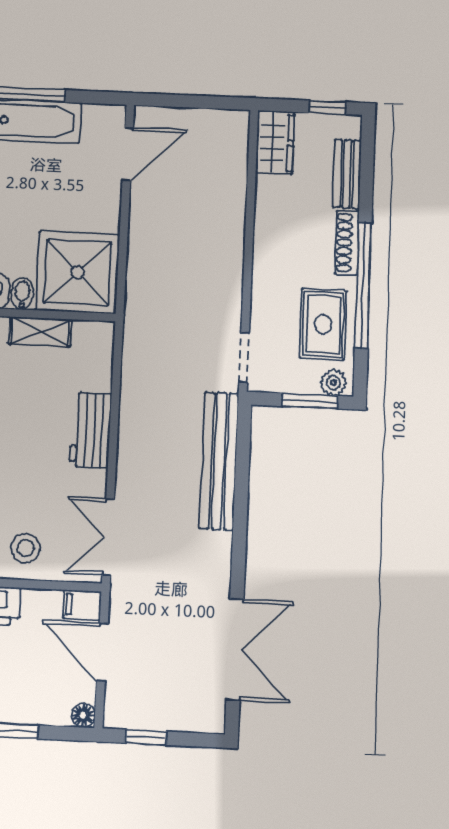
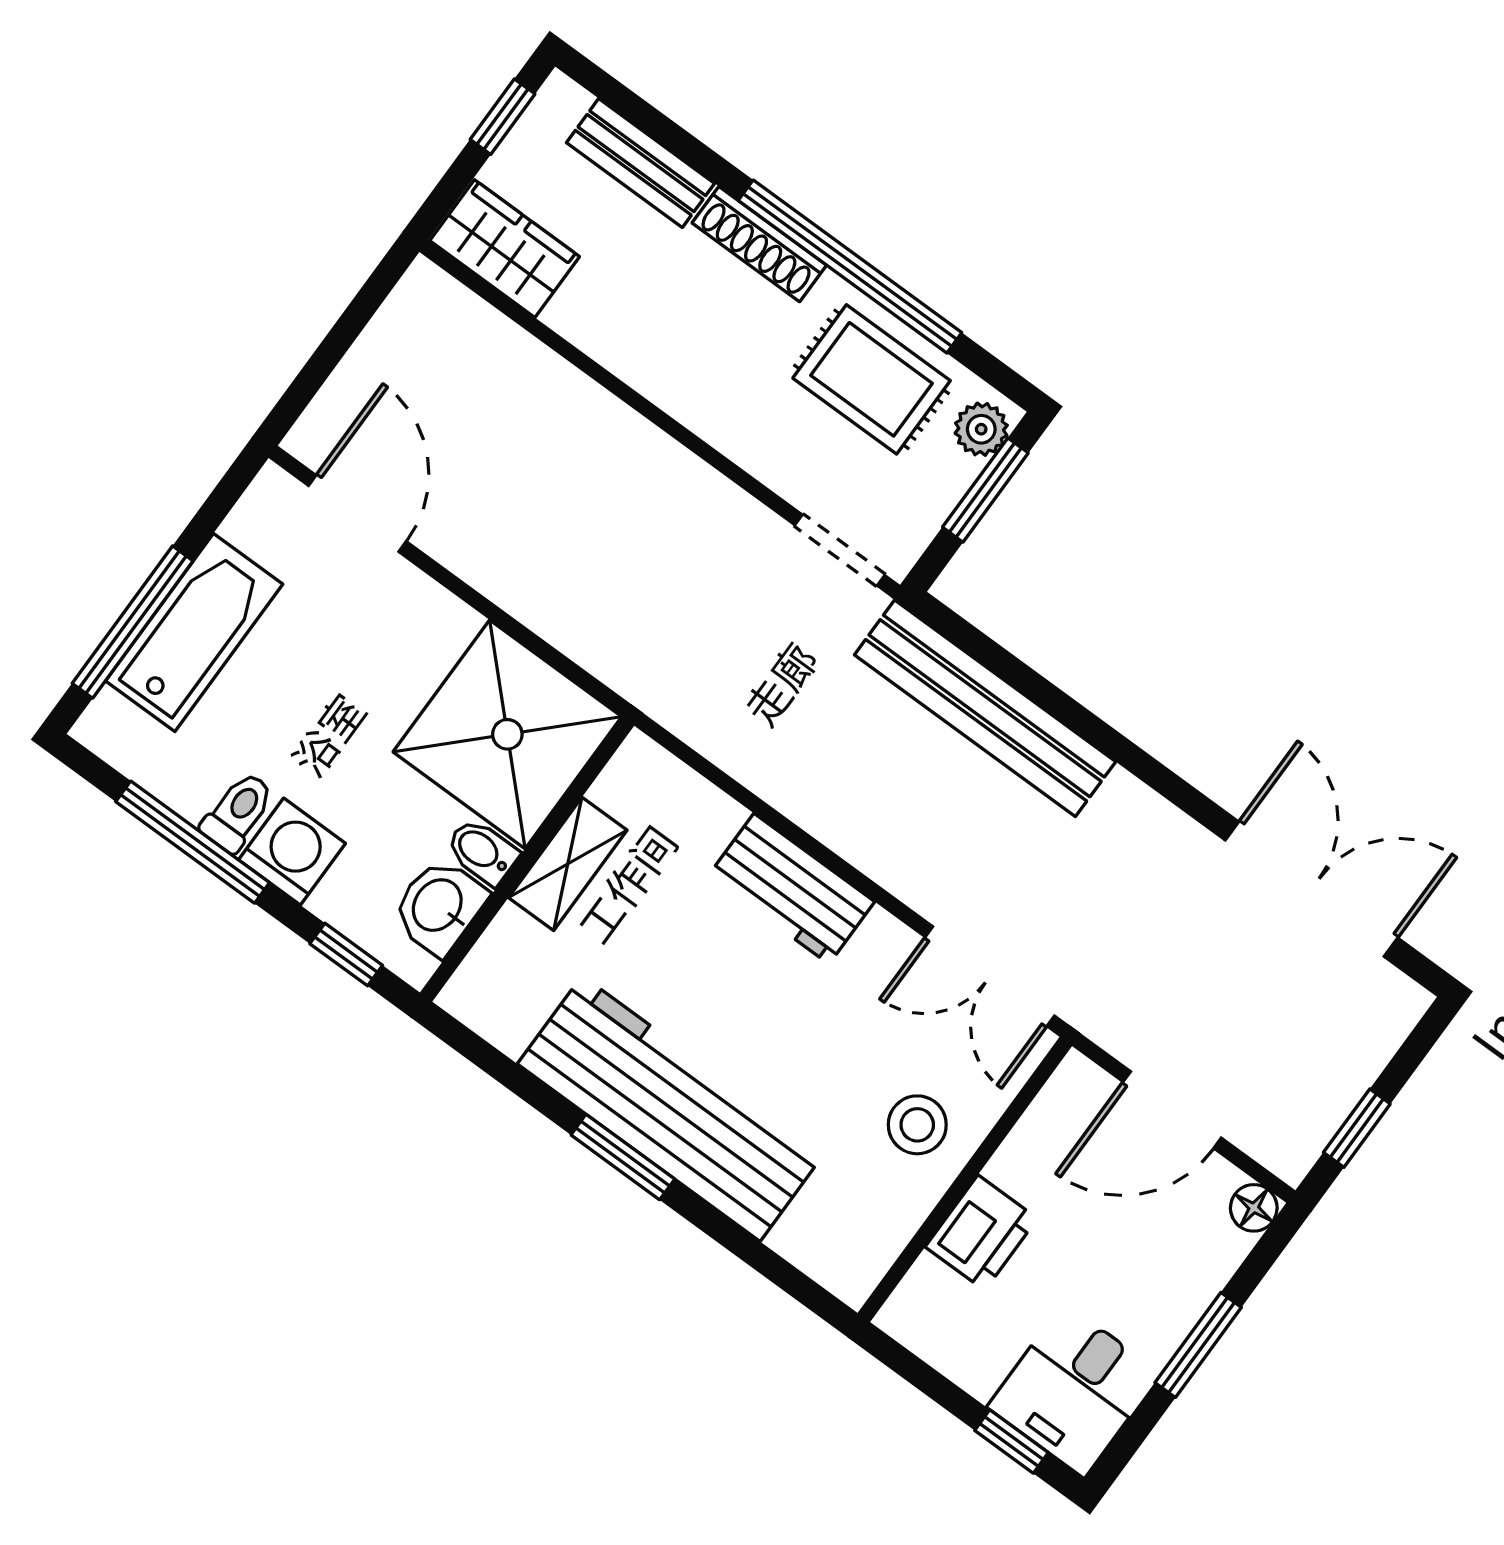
filing cabinet: (82, 605) -> (1073, 1093), removed

